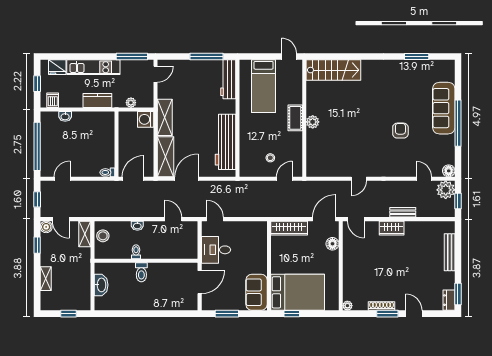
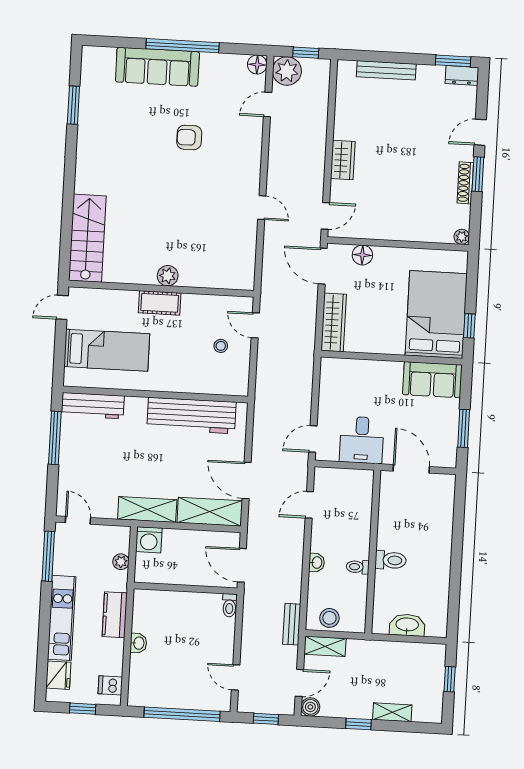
washbasin: (65, 116) -> (138, 643), moved
bench: (403, 212) -> (292, 624), moved
window: (37, 245) -> (358, 724), moved

